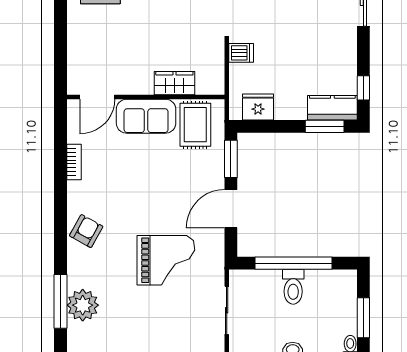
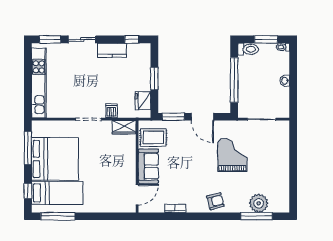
wardrobe: (174, 83) -> (124, 127), moved, turned -90
door: (97, 97) -> (137, 195), hinge flipped
kitchen counter: (332, 108) -> (112, 50), moved, turned -90
window: (325, 126) -> (154, 78), moved
armchair: (86, 231) -> (215, 201), turned 136
toilet: (293, 287) -> (248, 49), moved

